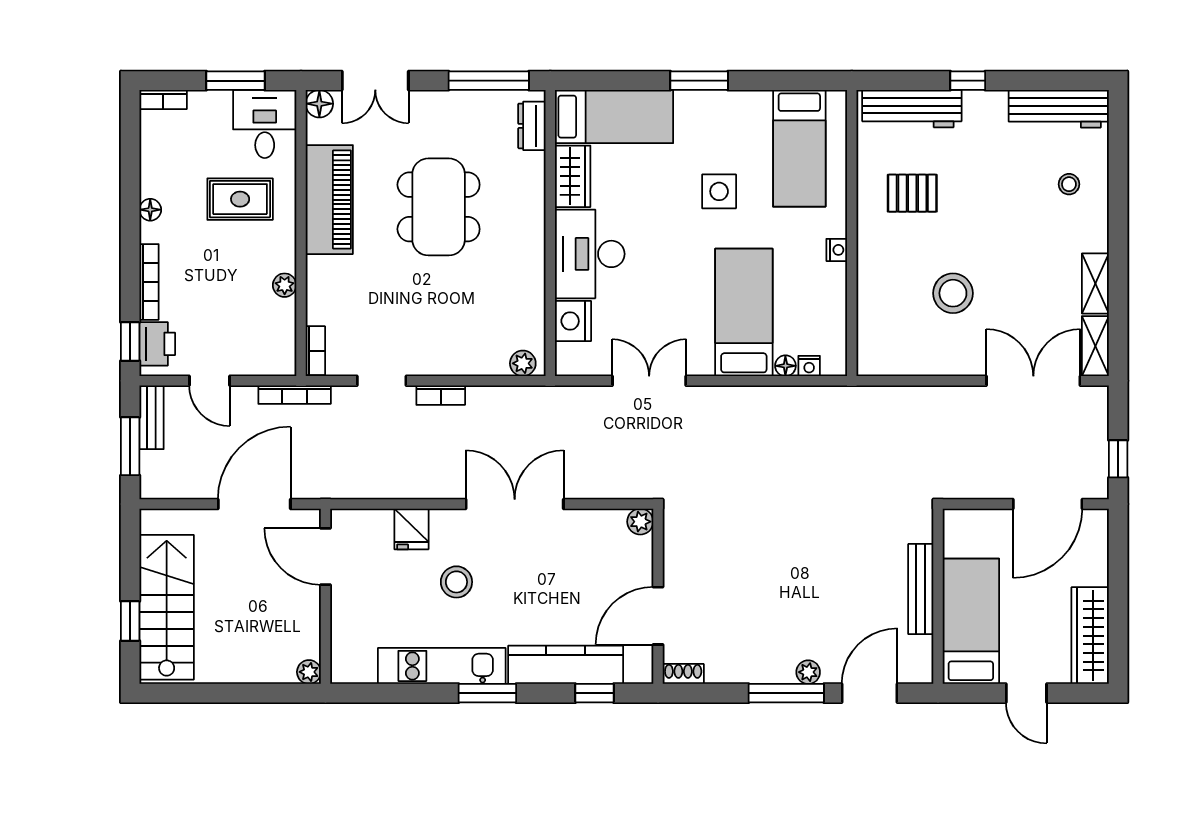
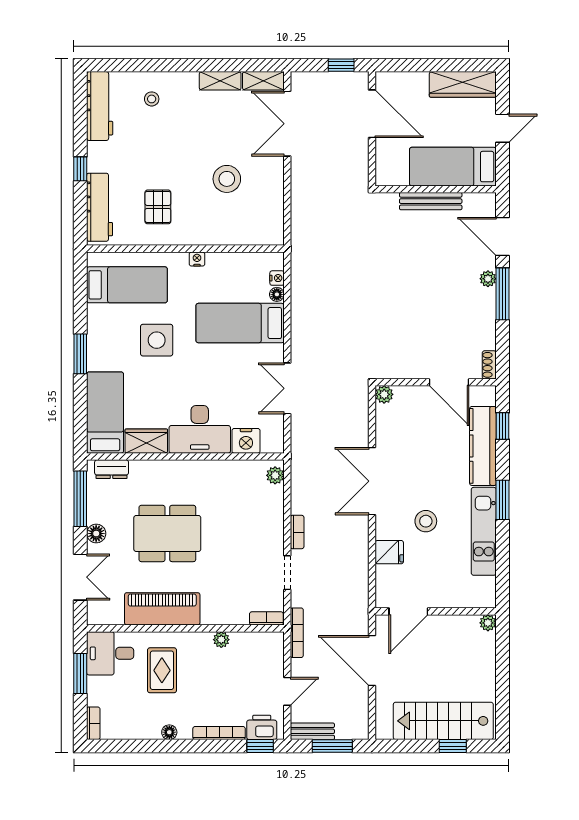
floor lamp: (319, 104) -> (96, 534), moved
side table: (719, 191) -> (157, 340), width x1.37, depth x1.37

